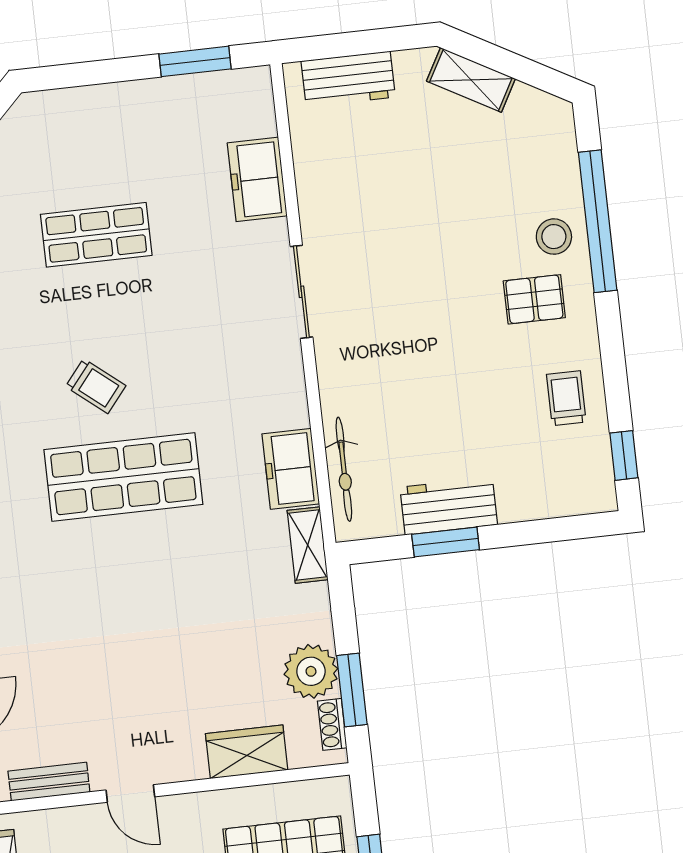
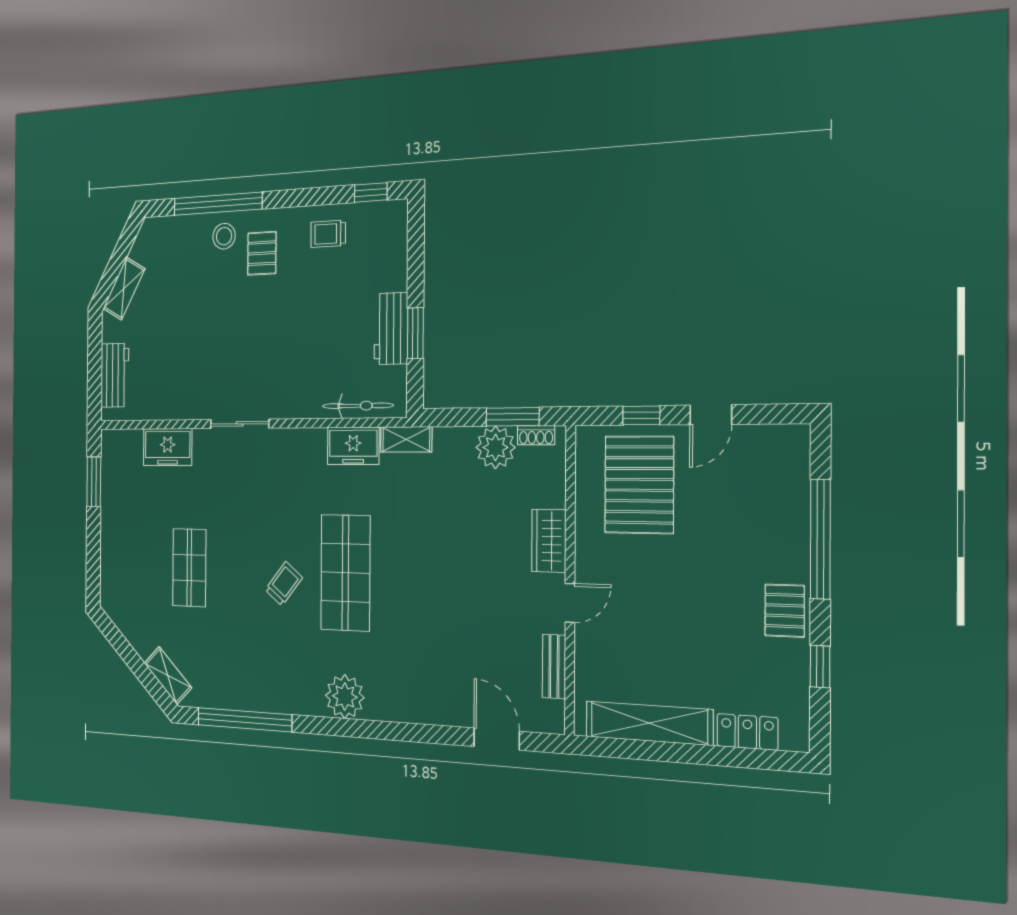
wardrobe: (247, 752) -> (549, 541), moved

